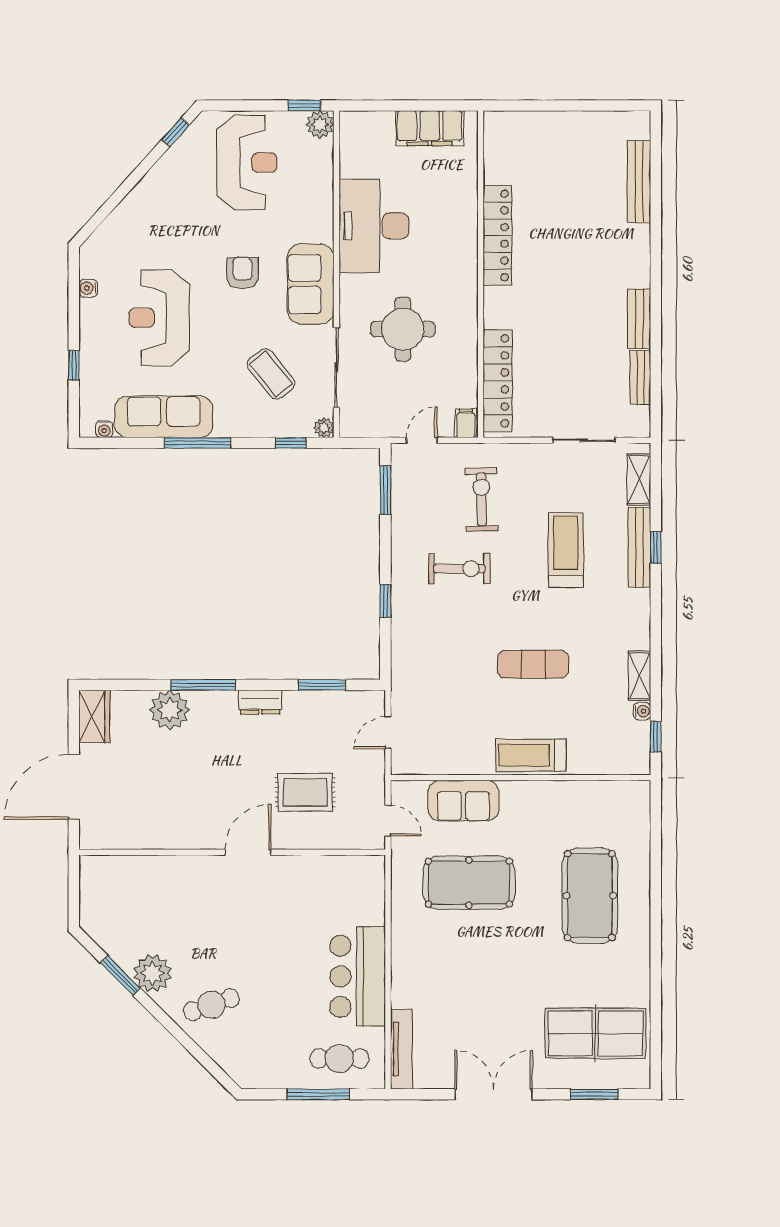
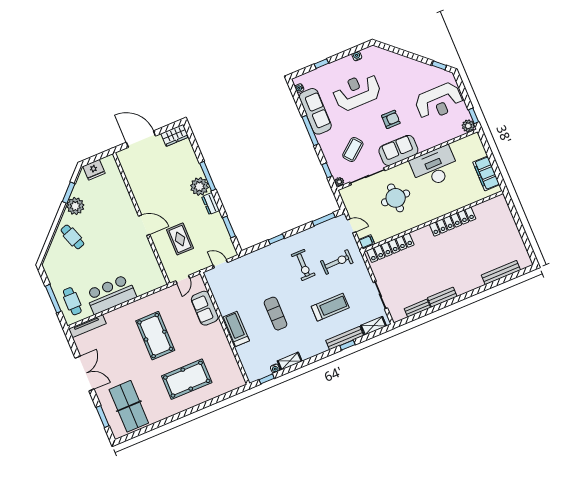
plant: (170, 710) -> (199, 186), moved
pool table: (469, 883) -> (155, 336), moved
fridge: (96, 906) -> (94, 170), added

